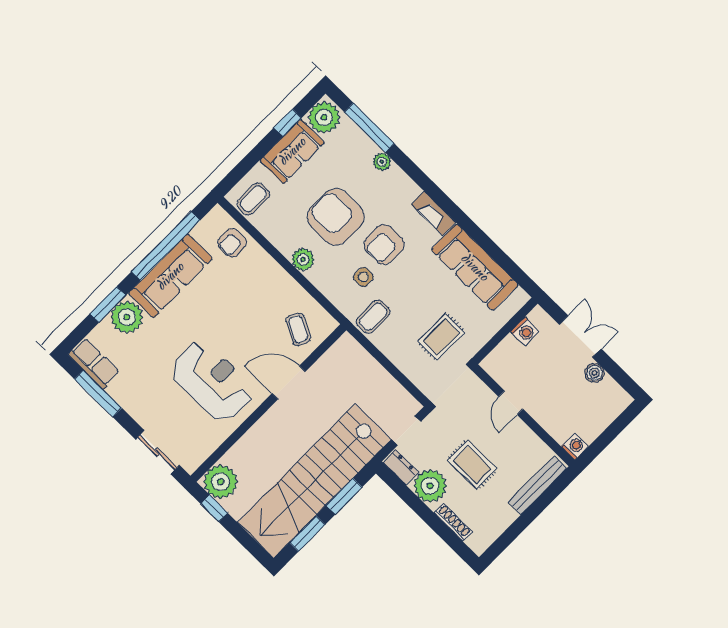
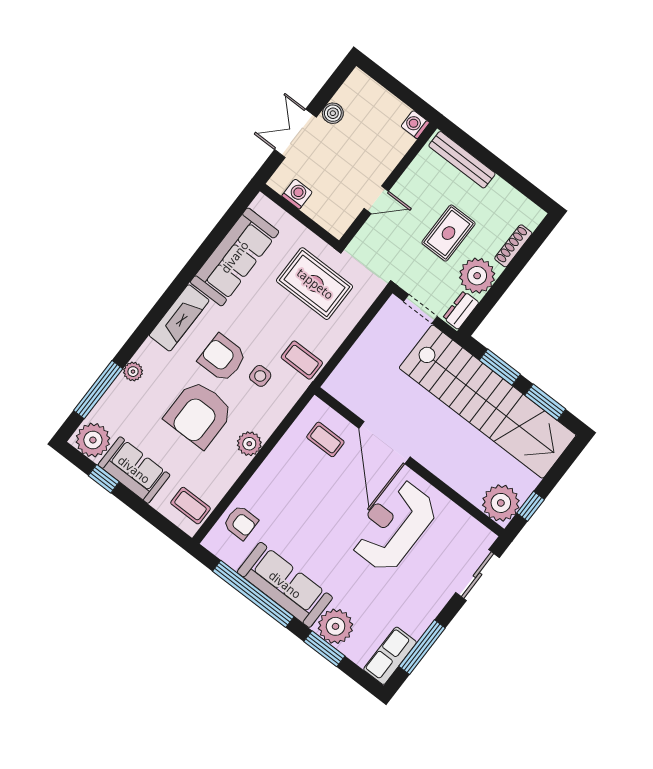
fireplace: (433, 213) -> (179, 318), width x1.37, depth x1.32
armchair: (384, 245) -> (222, 358), turned 180
coffee table: (298, 329) -> (325, 439), turned 62
rug: (441, 337) -> (315, 284), width x1.36, depth x1.43
door: (289, 383) -> (384, 443), width x1.36

